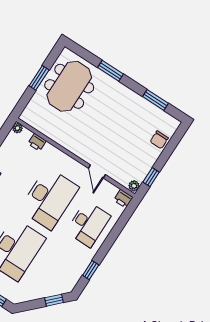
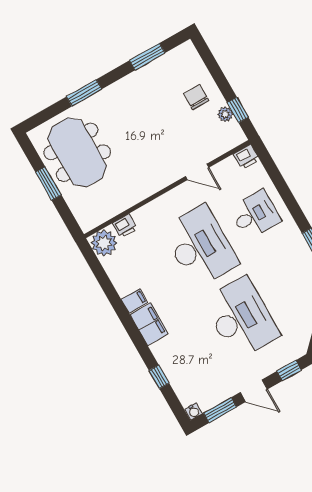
plant: (17, 128) -> (104, 243), width x1.87, depth x1.87
chair: (159, 140) -> (196, 97), moved, turned 180
plant: (134, 186) -> (225, 114), moved
desk: (88, 224) -> (255, 215), width x0.73

